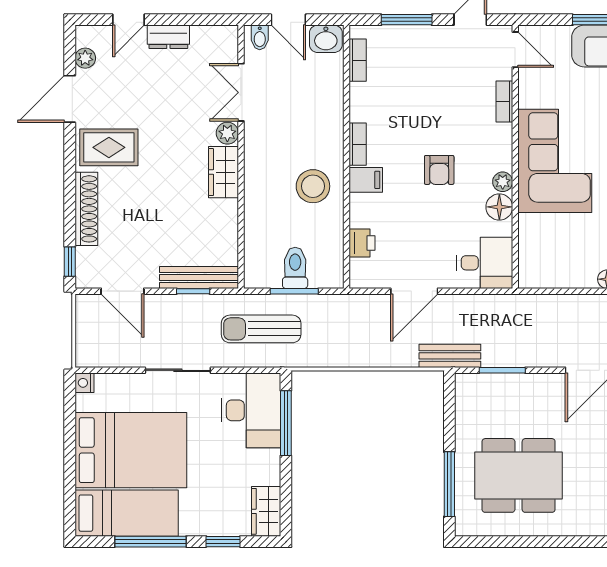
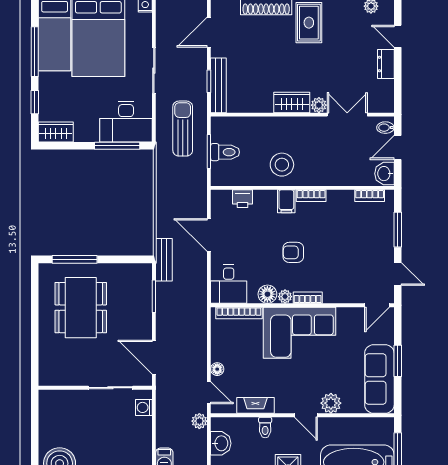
bookcase: (504, 102) -> (308, 298), moved
bookcase: (526, 248) -> (239, 313), added

